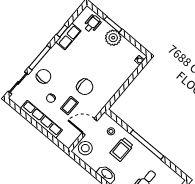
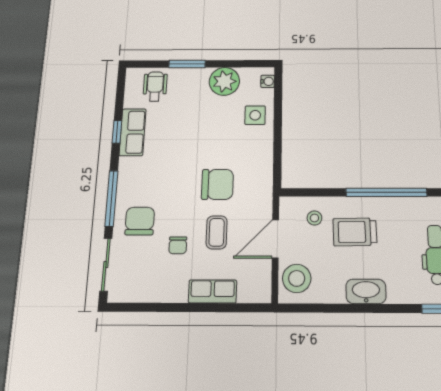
plant: (113, 38) -> (224, 81), moved
side table: (123, 71) -> (255, 115), added
row of seats: (41, 119) -> (213, 291), width x0.50
trolley: (122, 149) -> (355, 232), turned 89

